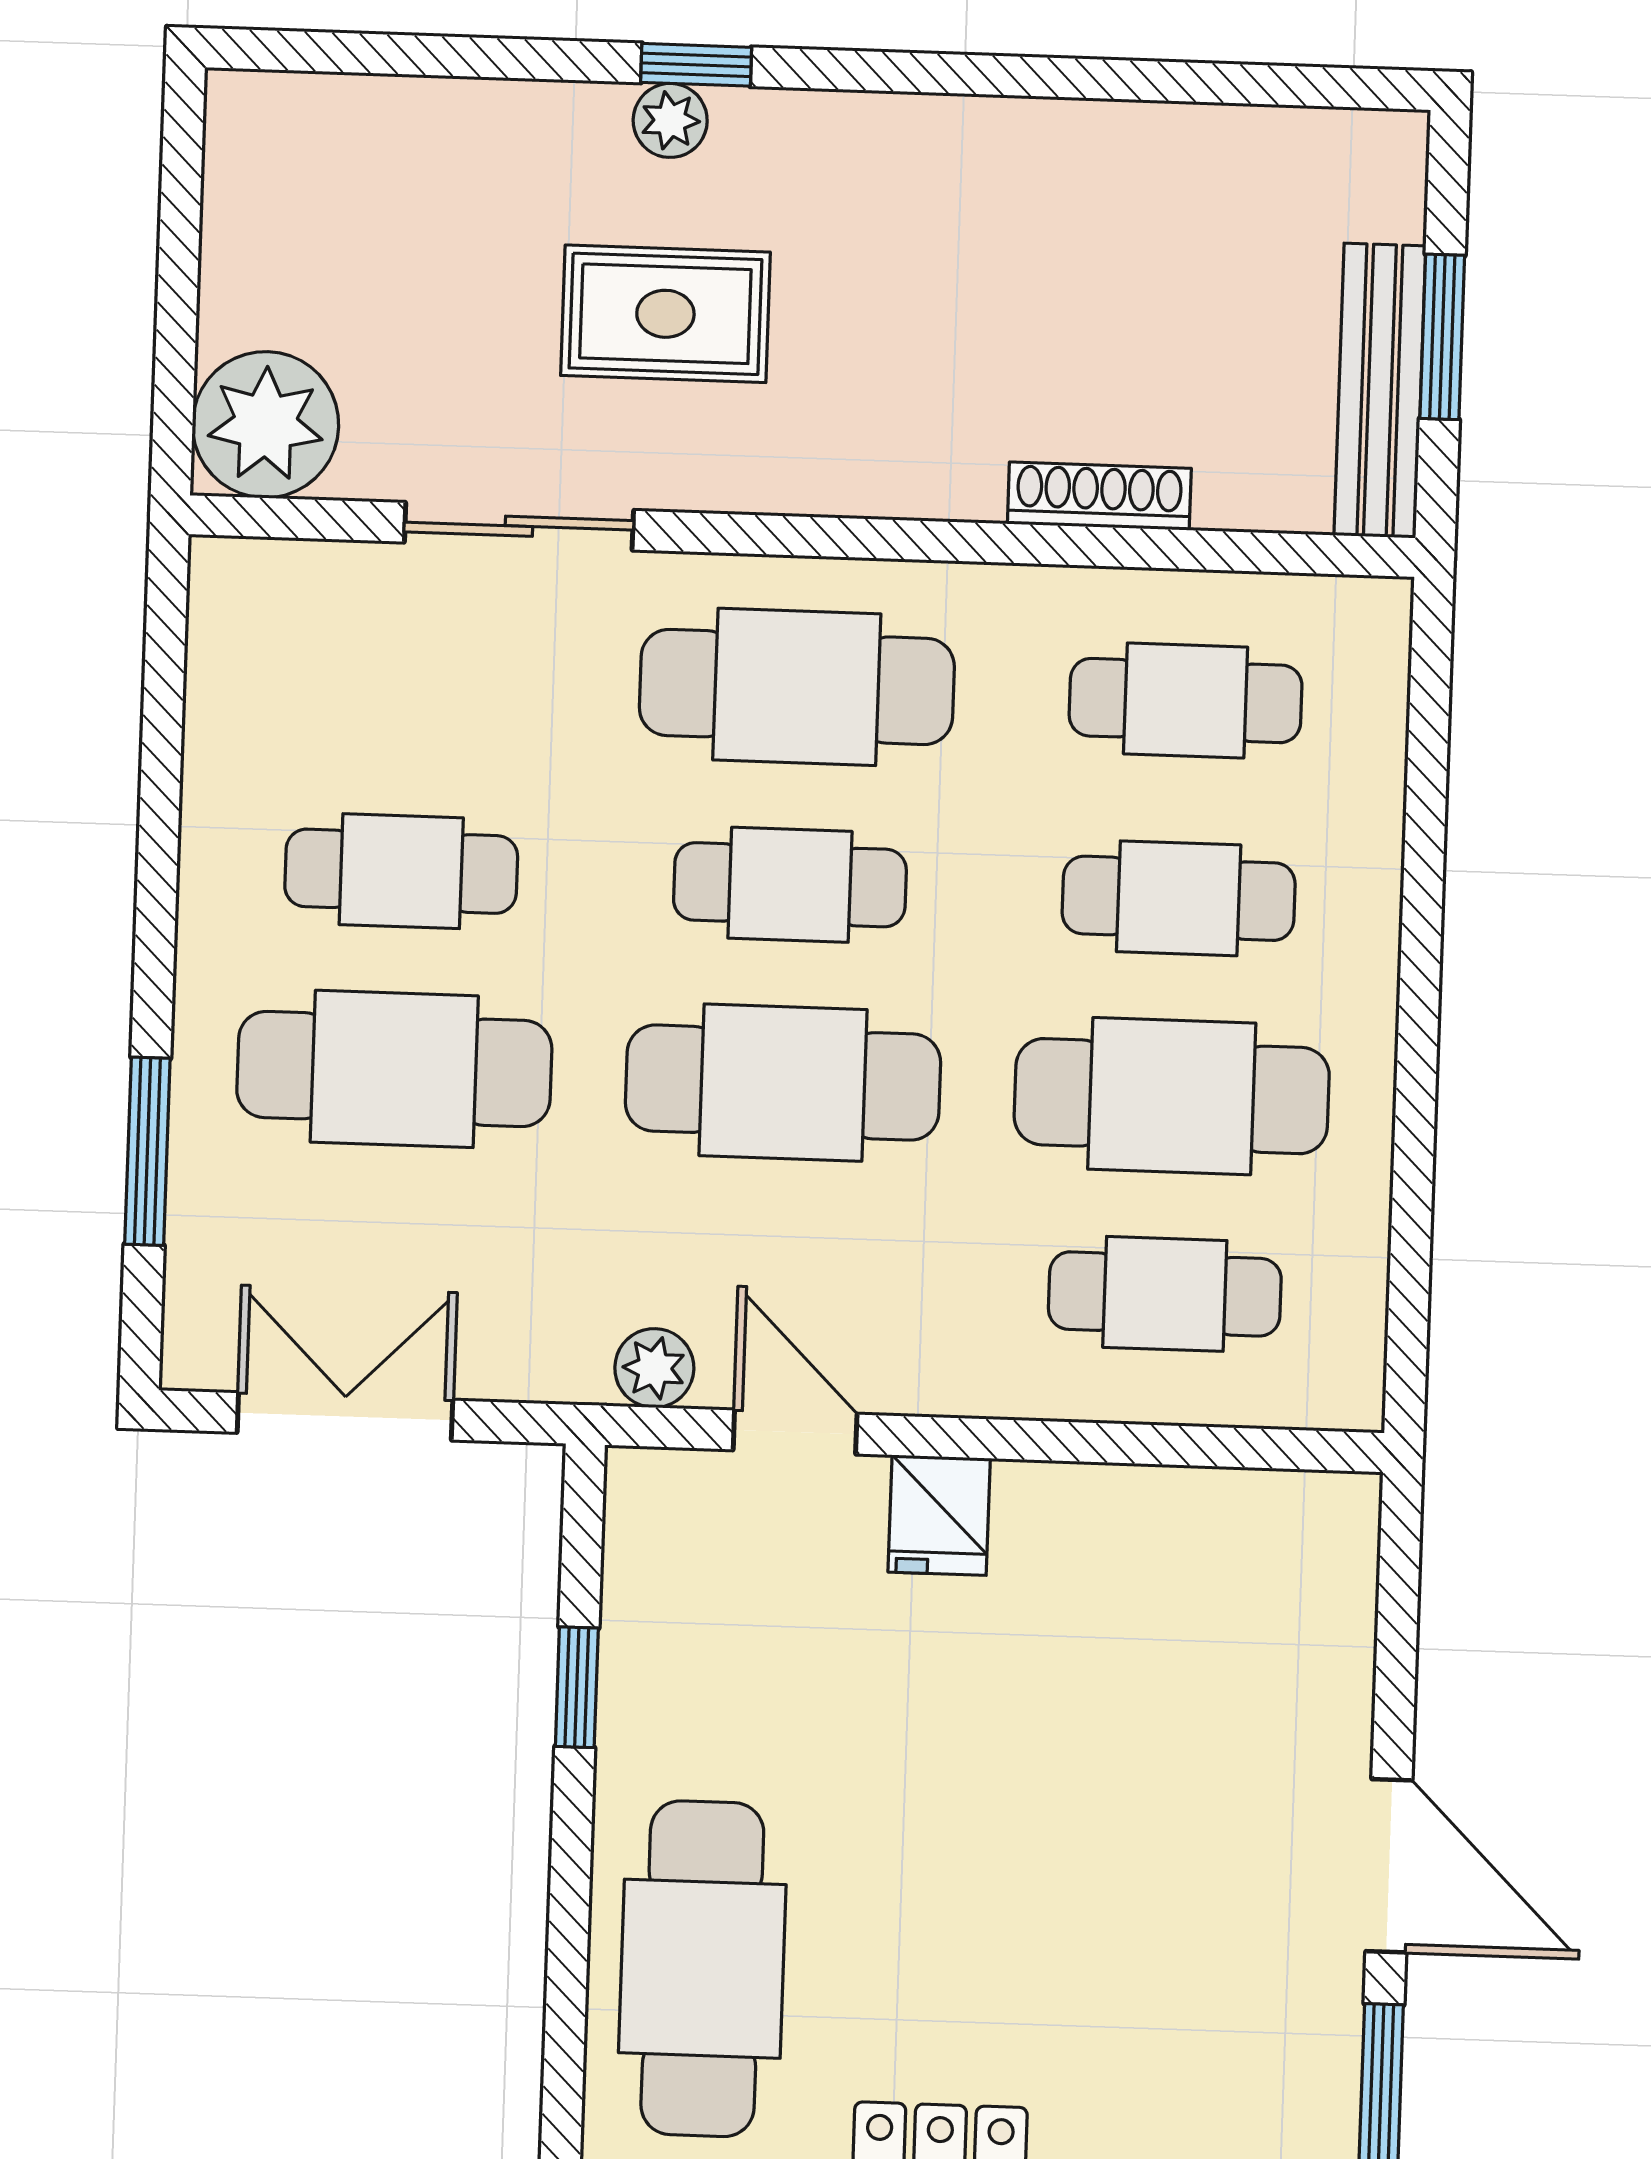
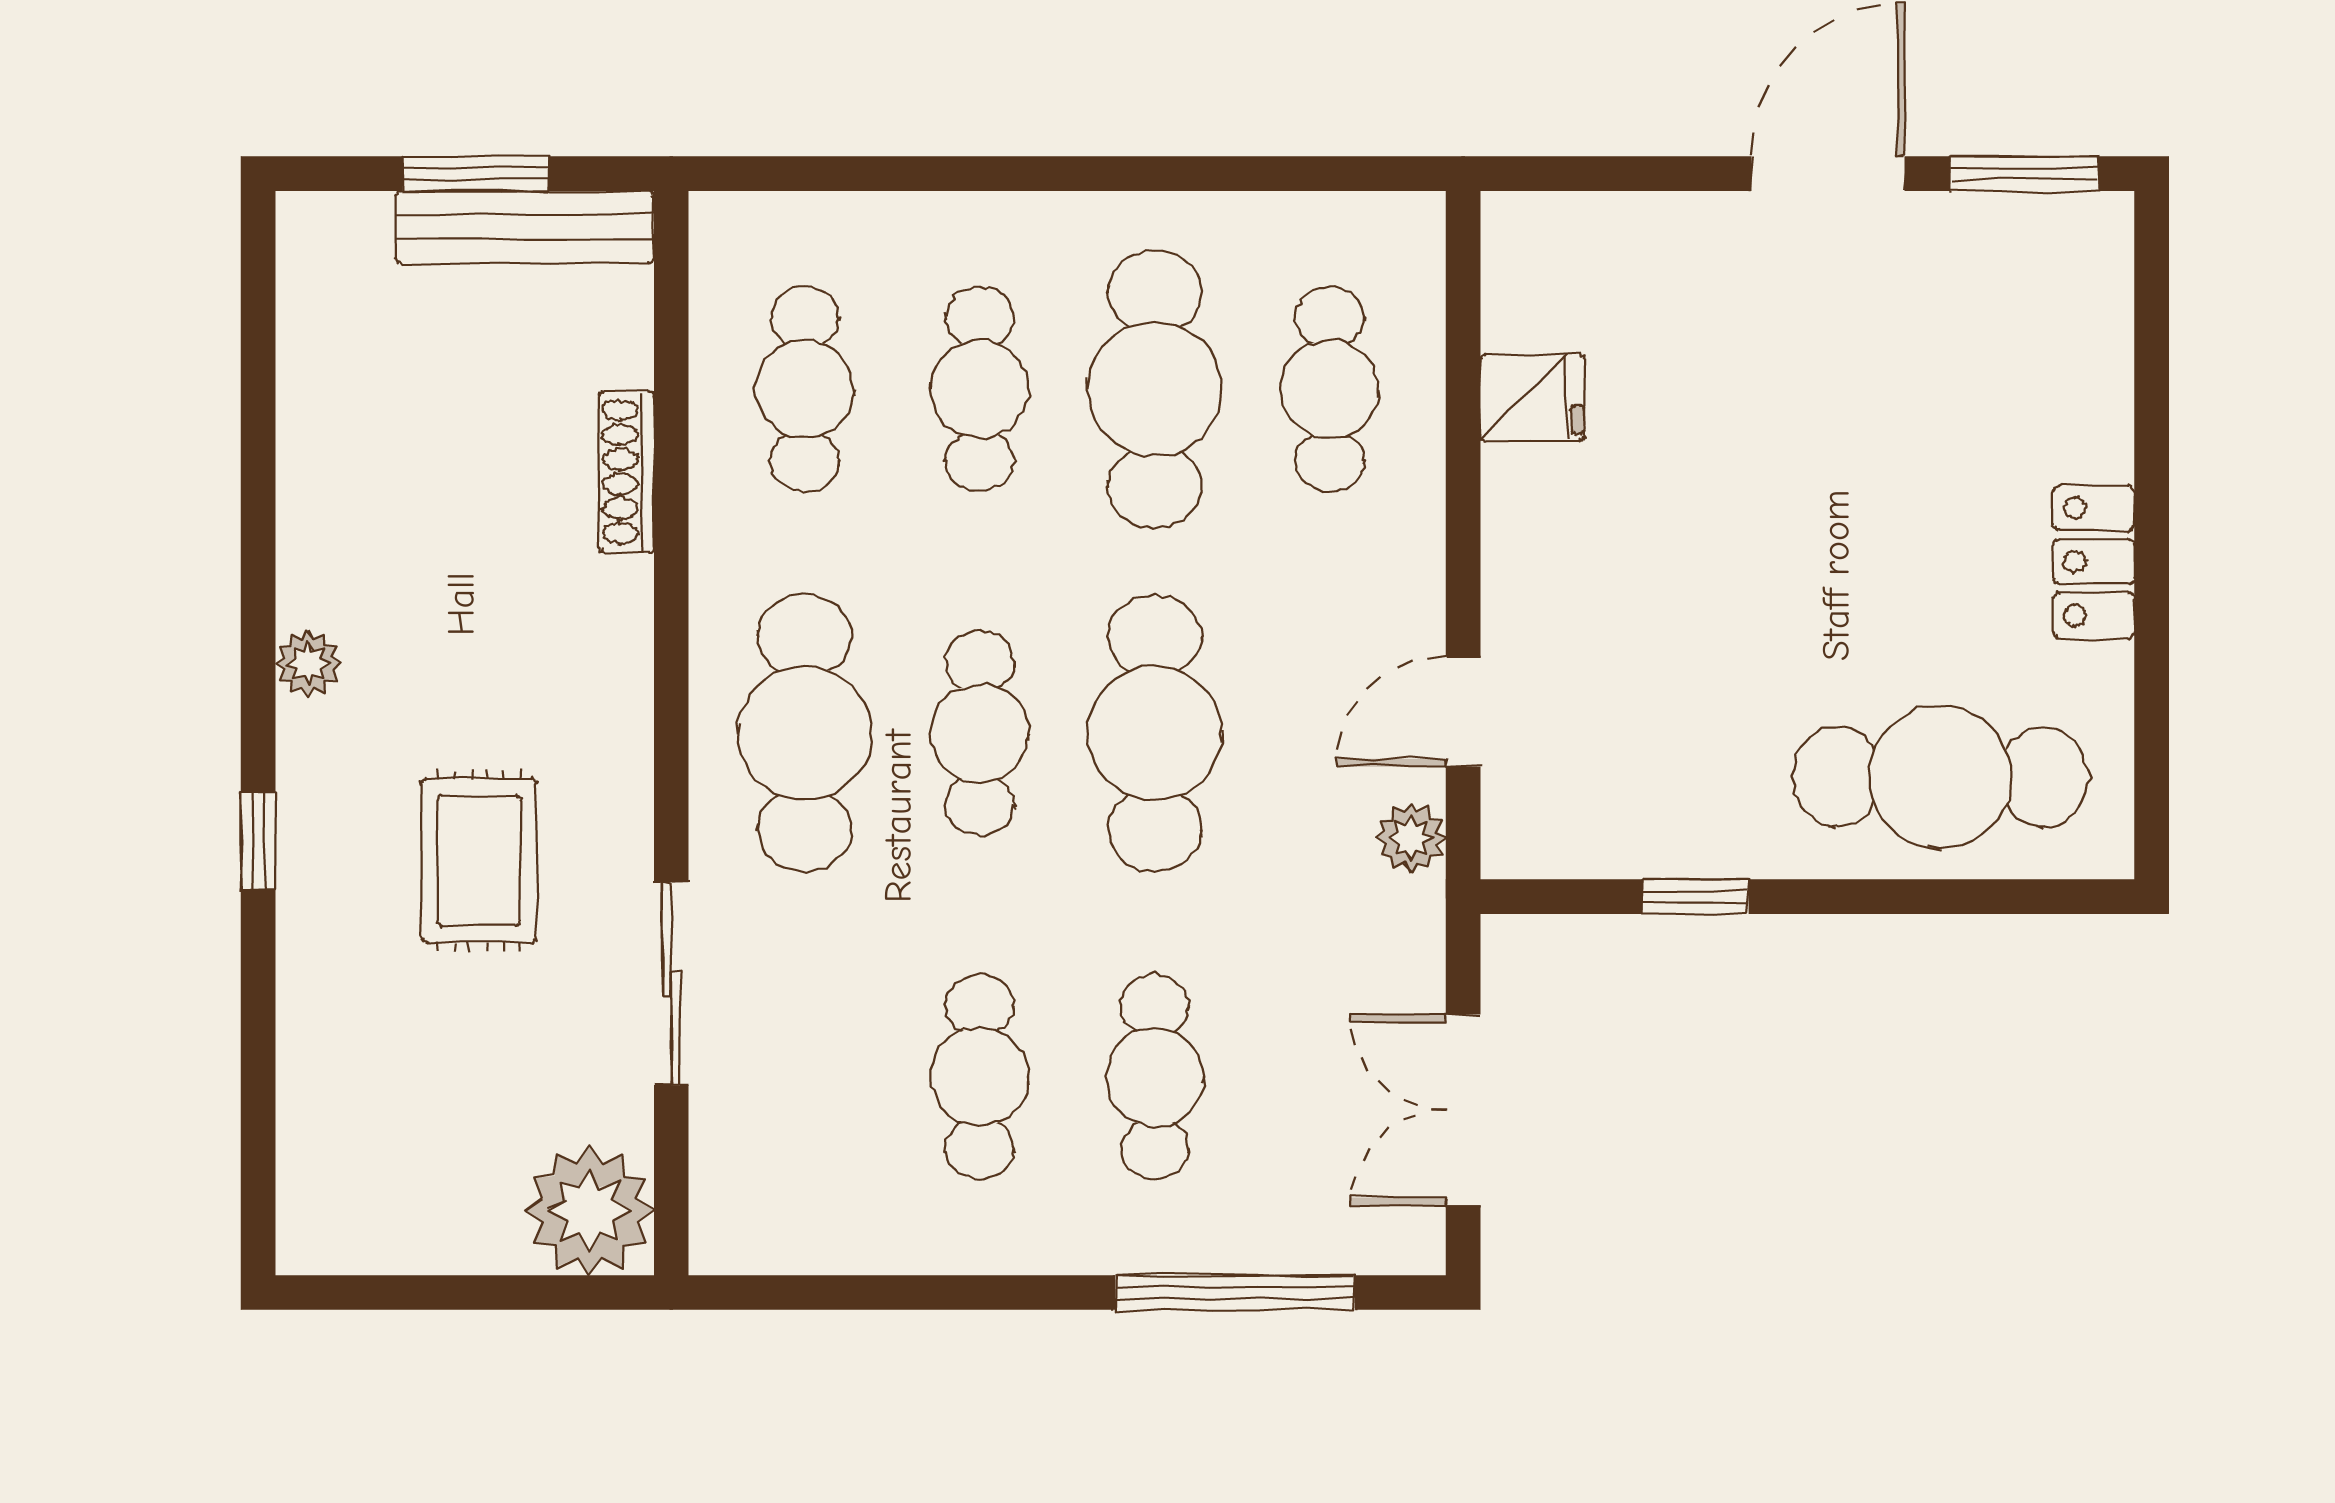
plant: (670, 120) -> (308, 663), moved
cafe table: (394, 1069) -> (1155, 1077), width x0.73, depth x0.74
window: (147, 1151) -> (1235, 1293), width x1.44
fridge: (939, 1515) -> (1532, 397), moved

